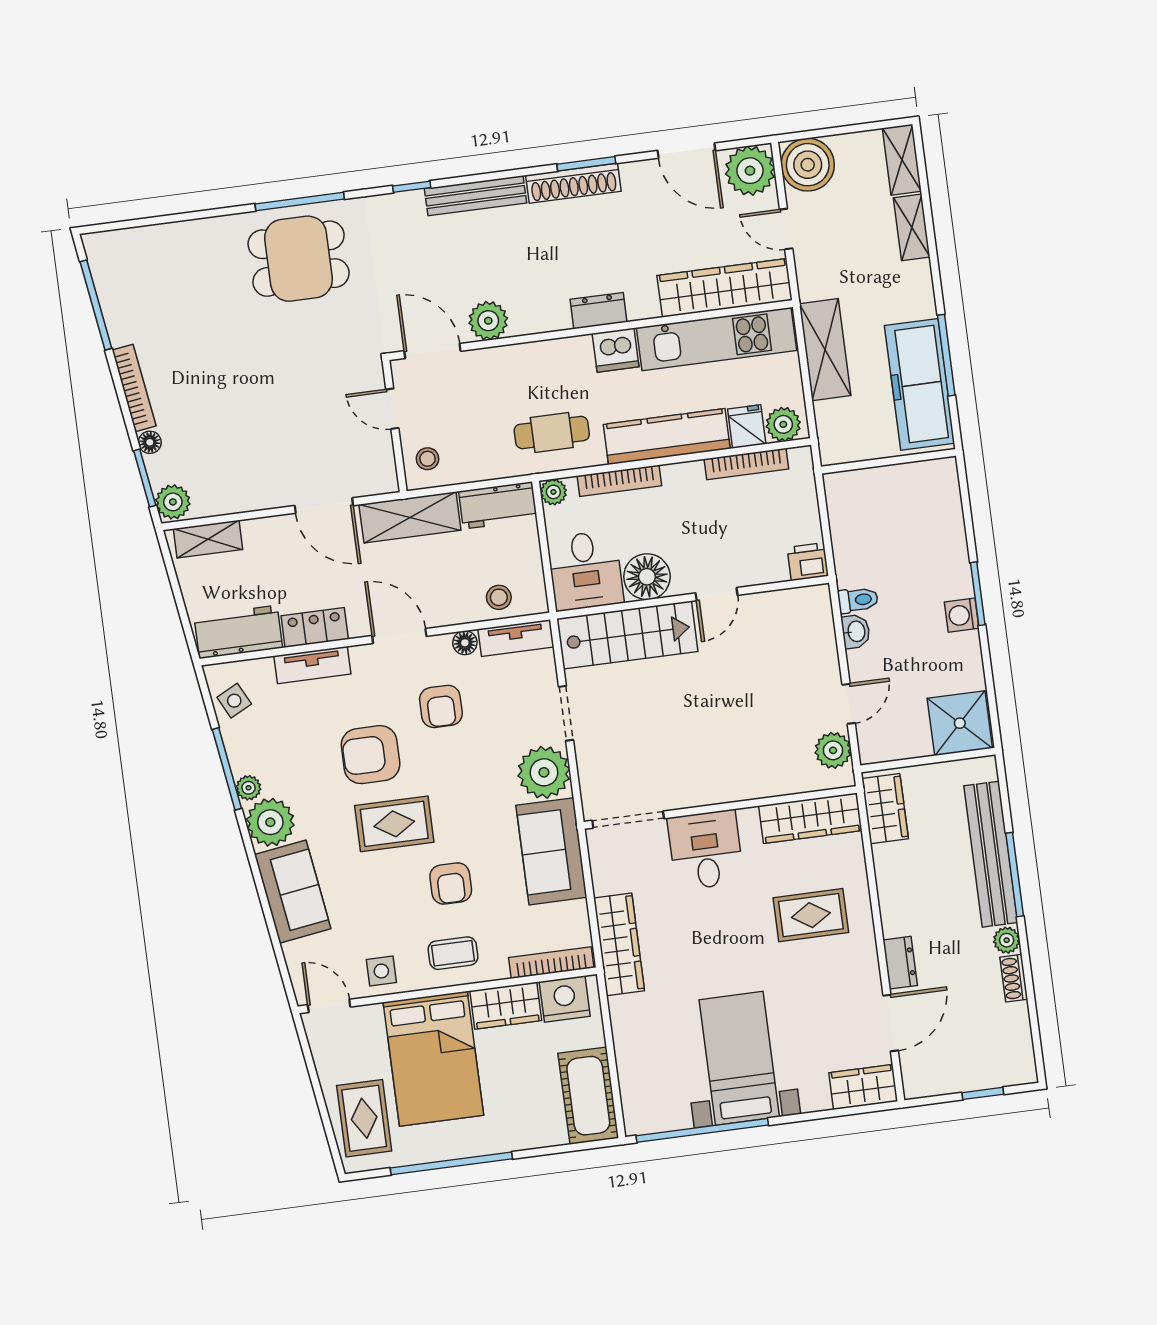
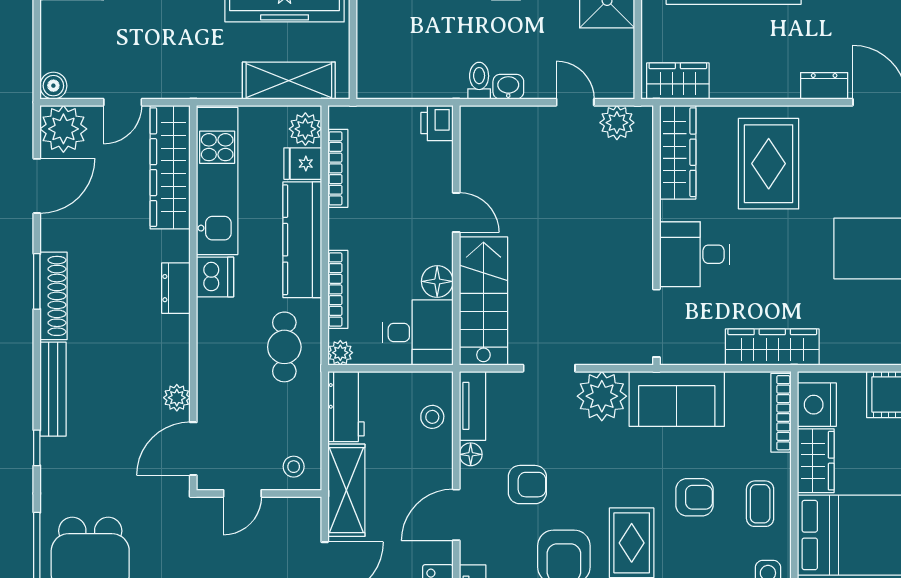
boiler: (808, 165) -> (53, 86), width x0.54, depth x0.54
plant: (488, 321) -> (177, 398), width x0.73, depth x0.73
shelving: (825, 350) -> (289, 81), moved
floor lamp: (647, 577) -> (437, 281), width x0.73, depth x0.73
rug: (811, 915) -> (769, 164), width x1.36, depth x1.43

